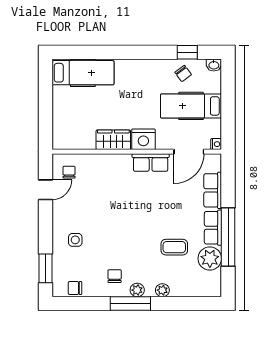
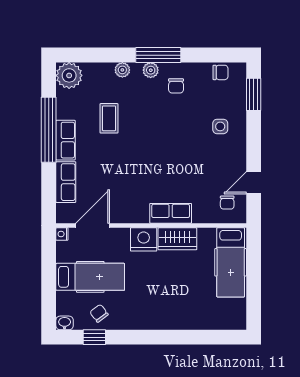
hospital bed: (83, 73) -> (231, 262), moved, turned -90
row of seats: (151, 163) -> (171, 213), moved
coffee table: (174, 247) -> (109, 118), turned 90
plant: (210, 258) -> (69, 75), moved

